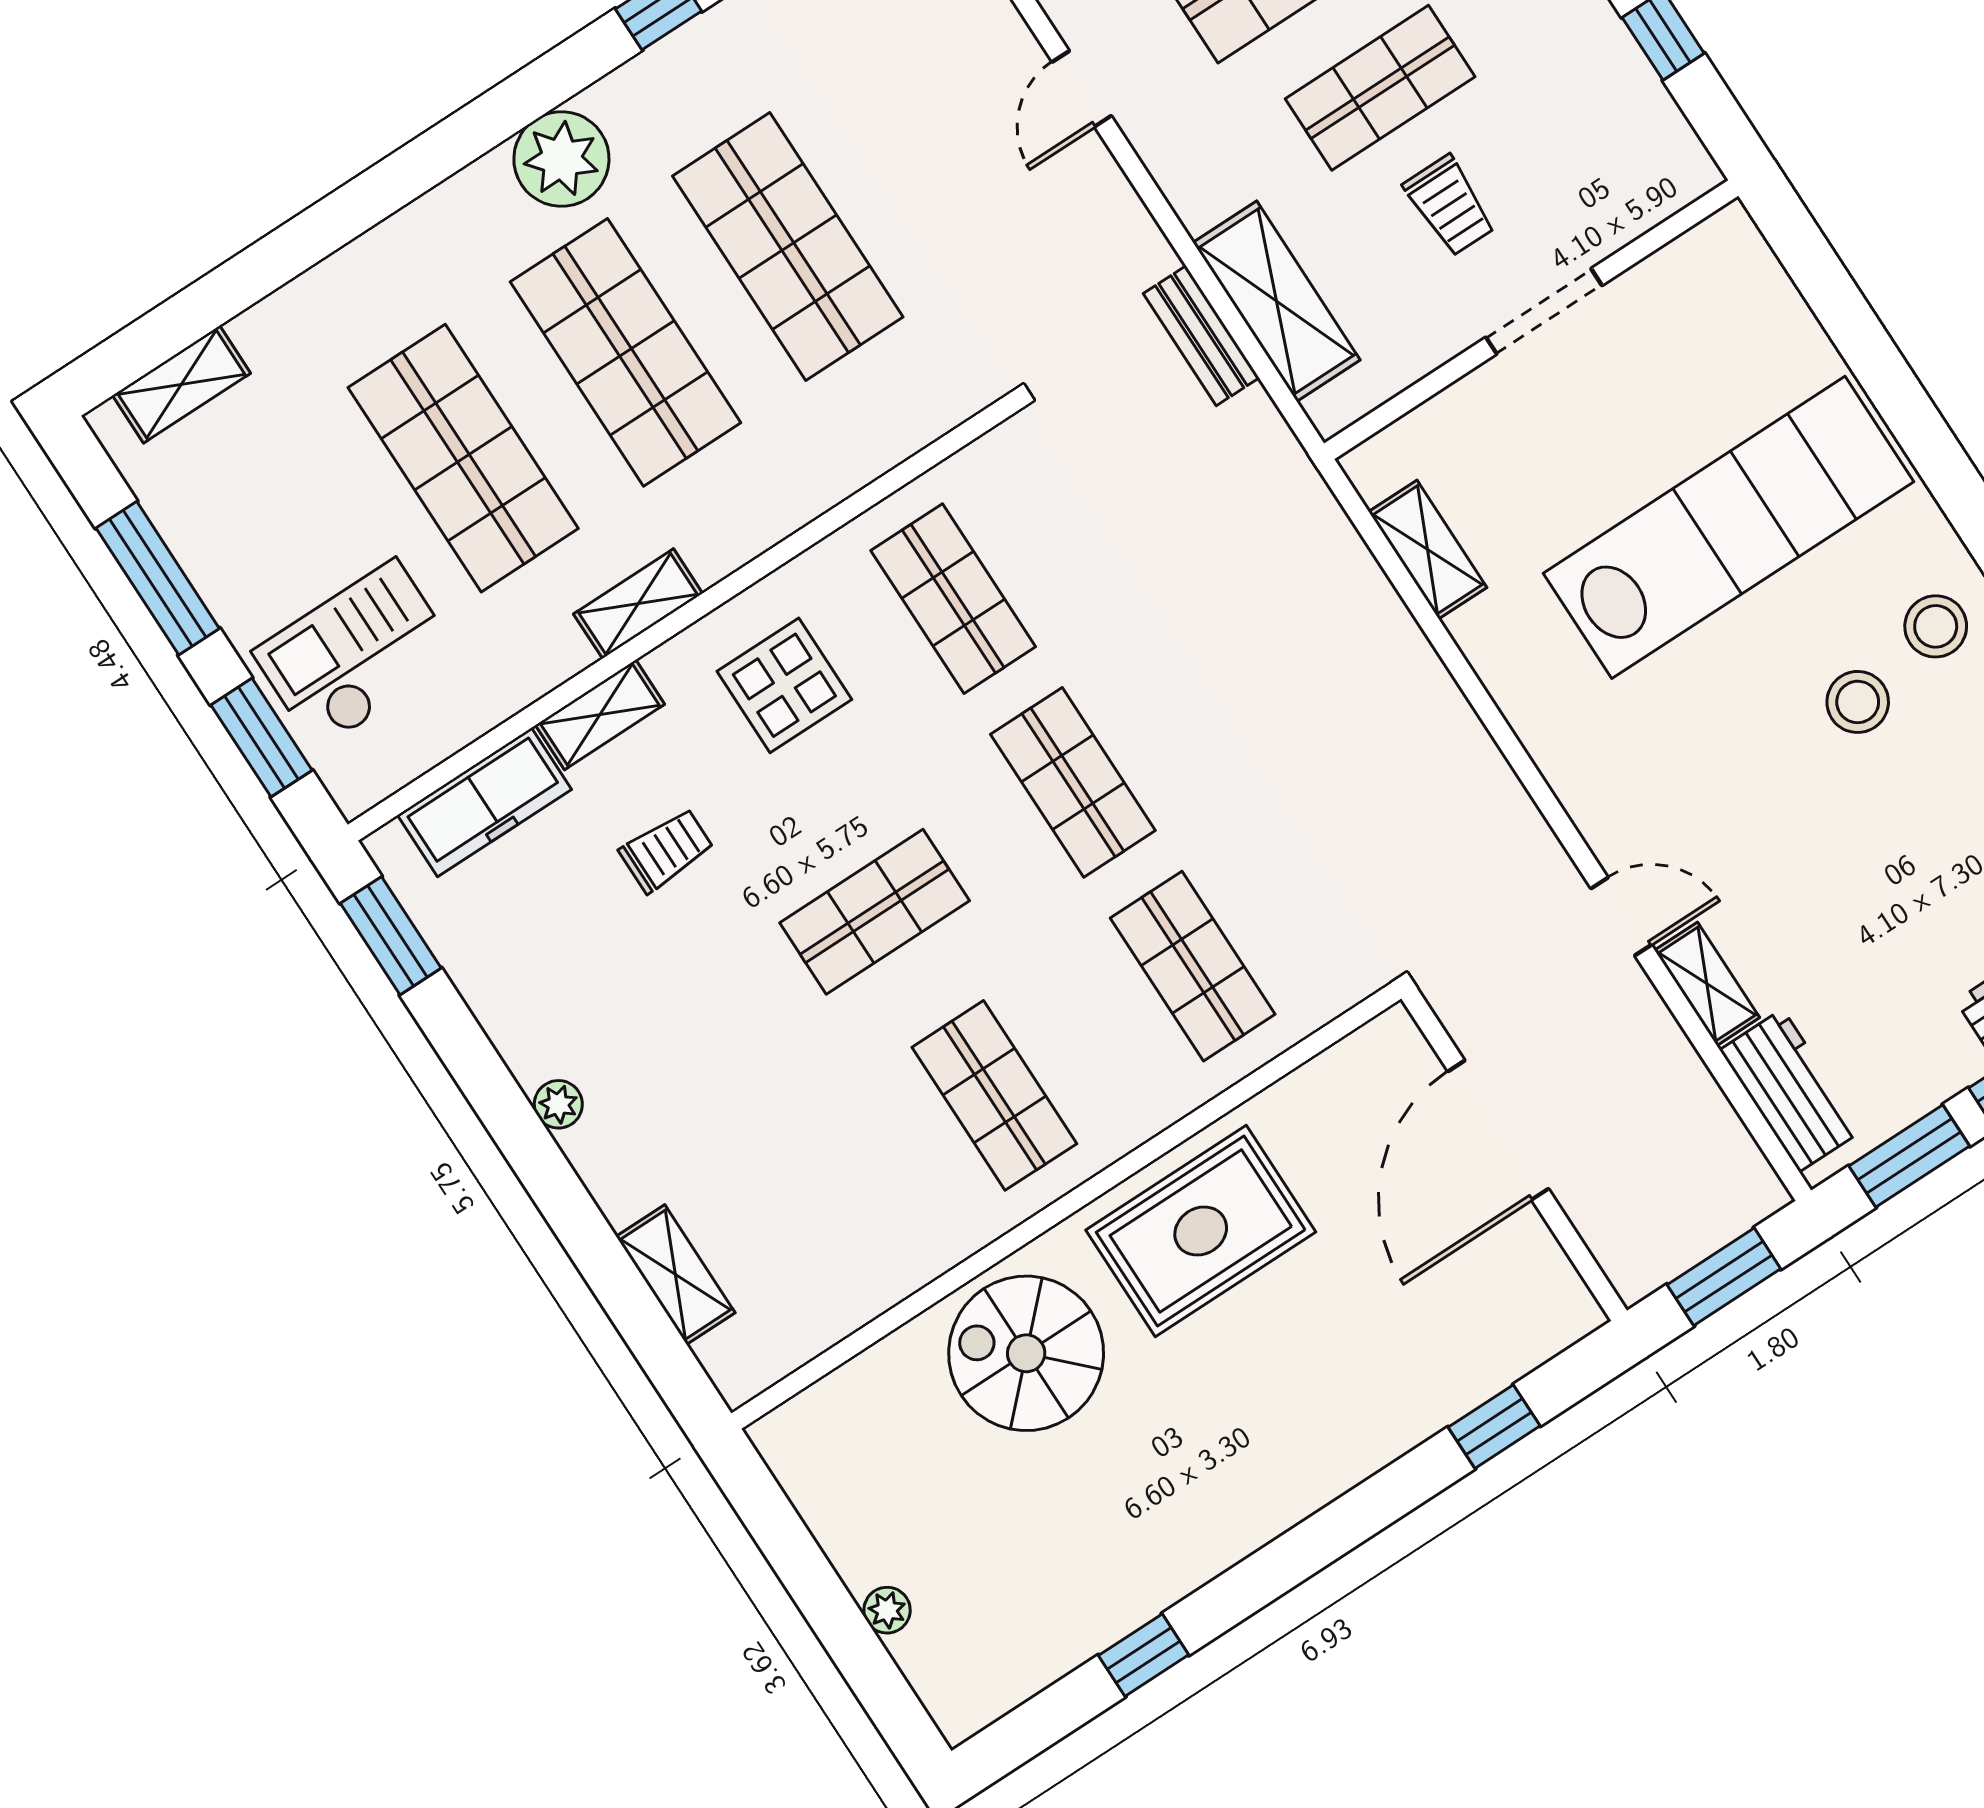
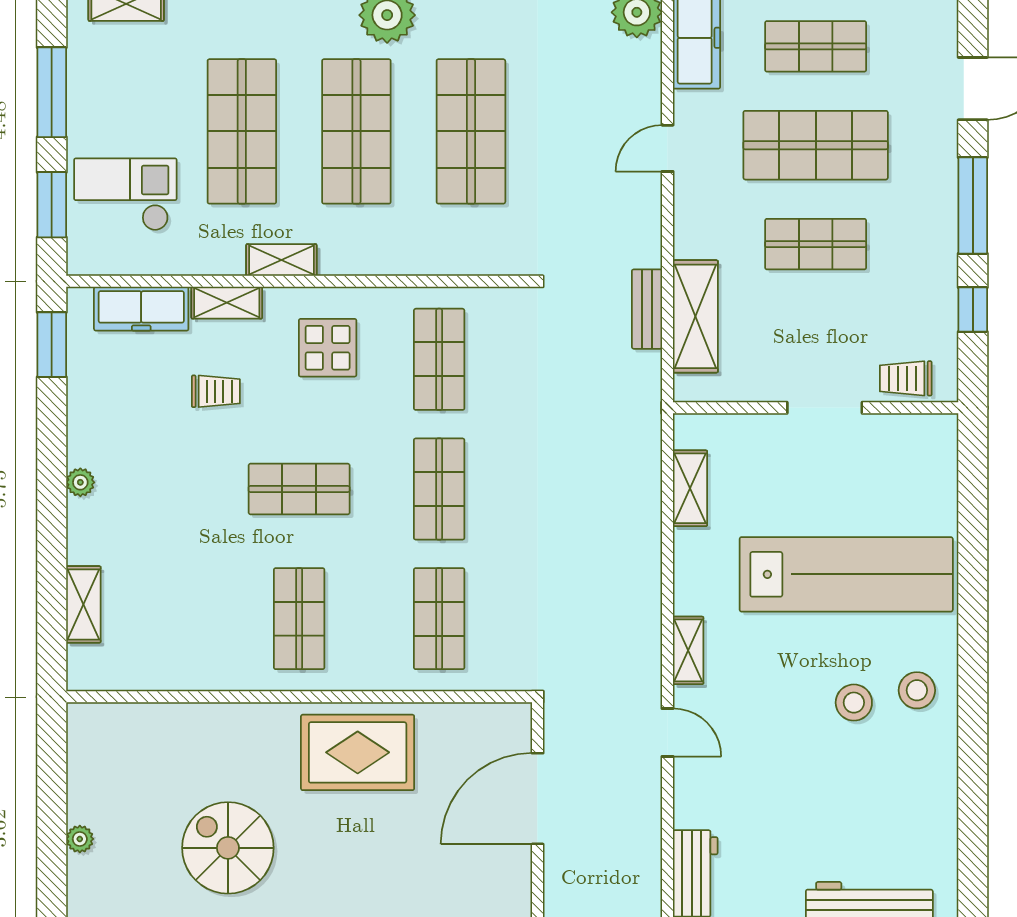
trolley: (1450, 206) -> (906, 378), moved, turned 90
shelving: (1707, 984) -> (688, 650), moved
spiral stairs: (1026, 1353) -> (228, 848), moved

